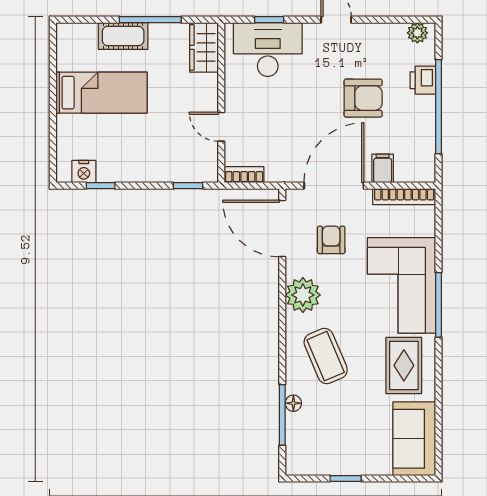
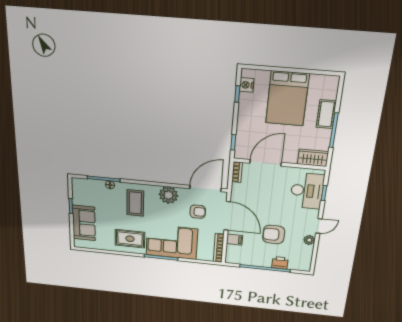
plant: (417, 33) -> (309, 240), moved
bed: (101, 93) -> (287, 98), width x1.50
armchair: (363, 98) -> (274, 234), turned 90
door: (221, 127) -> (266, 163), width x1.87
coffee table: (326, 356) -> (135, 203), turned -67
sofa: (414, 439) -> (84, 223), moved, turned 90

